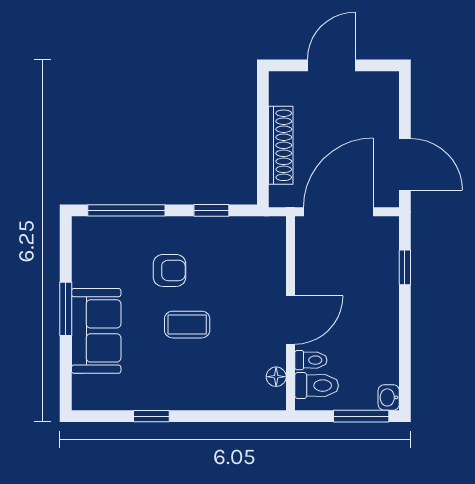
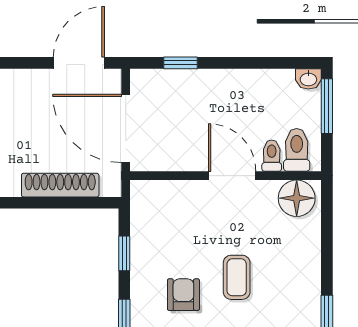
floor lamp: (276, 377) -> (297, 198), width x1.89, depth x1.89

